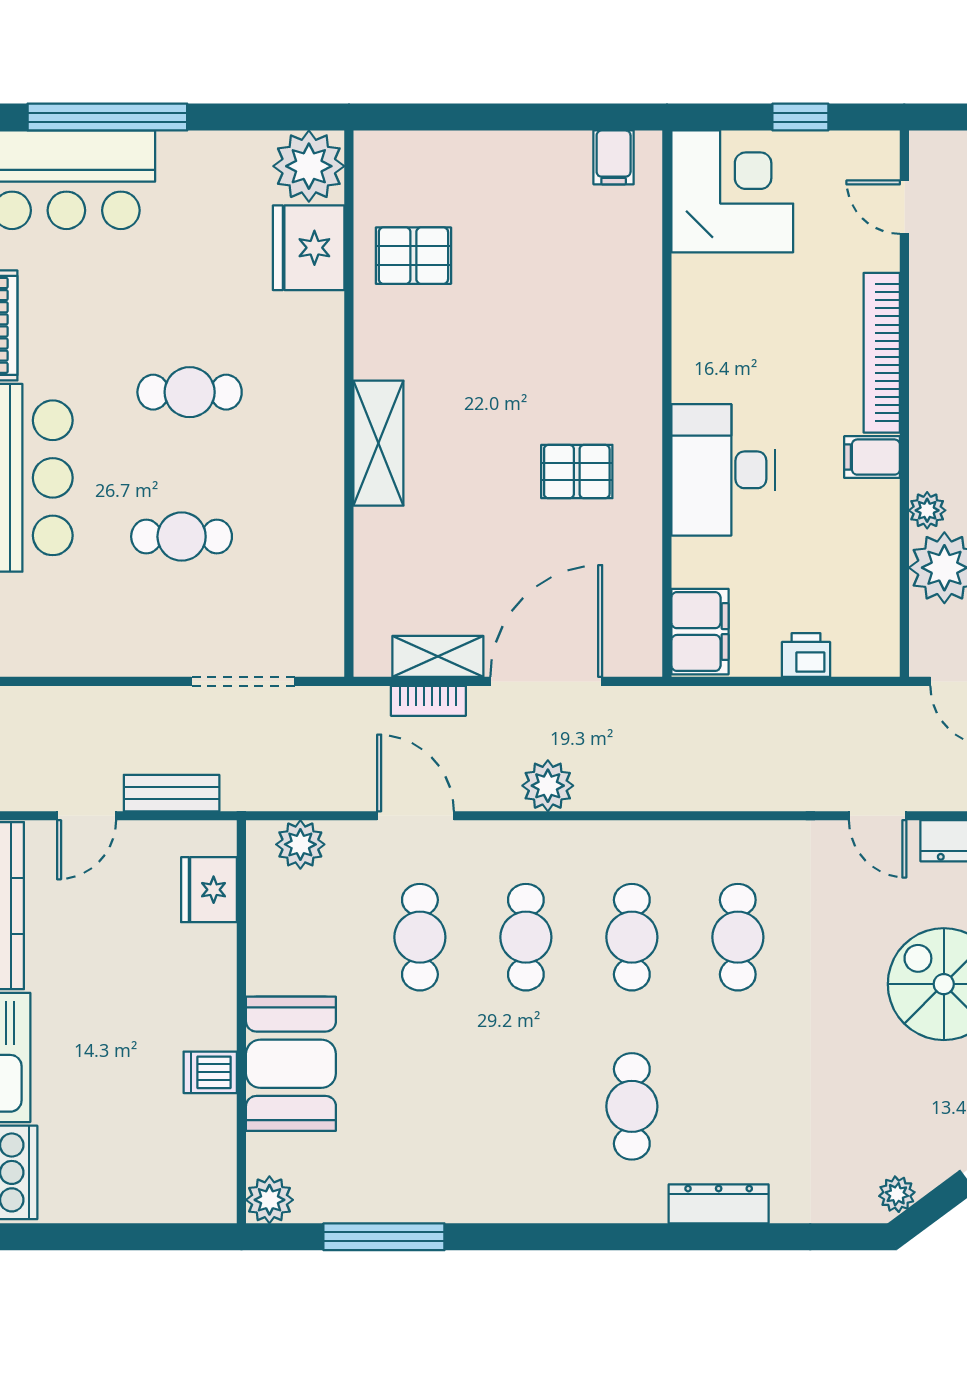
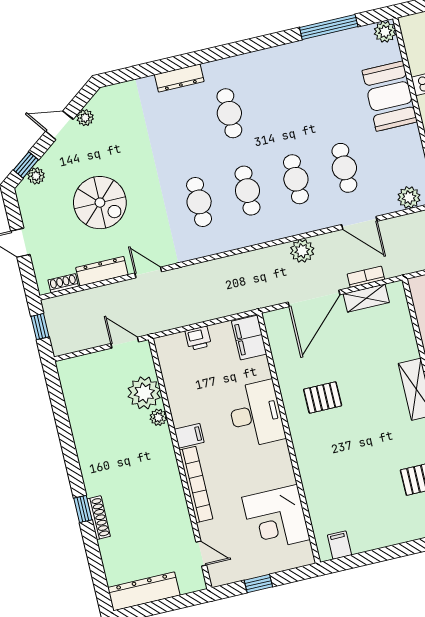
corner desk: (732, 191) -> (276, 518), moved
plant: (897, 1194) -> (85, 118), moved

